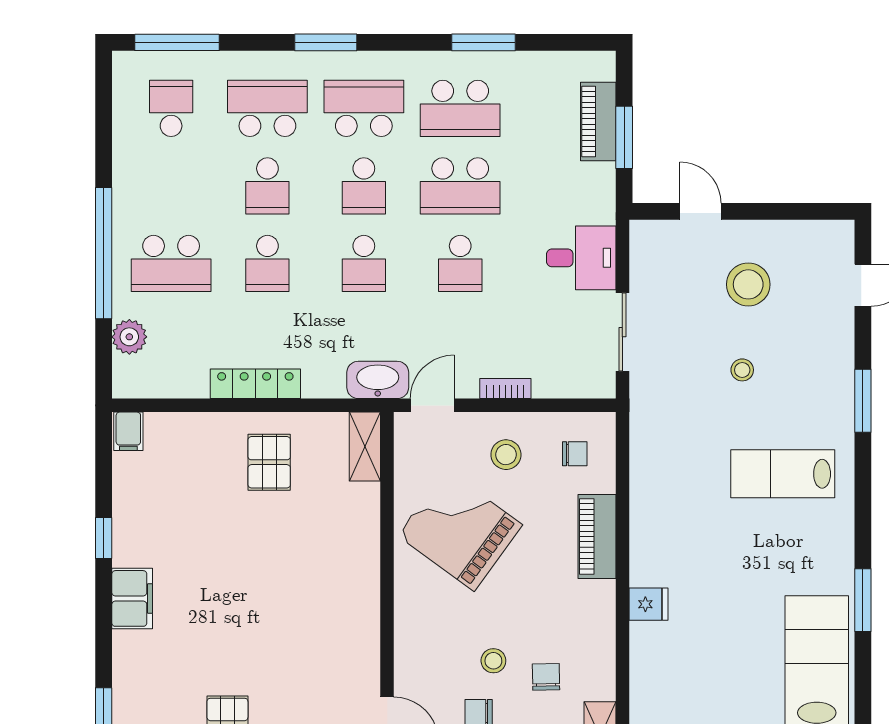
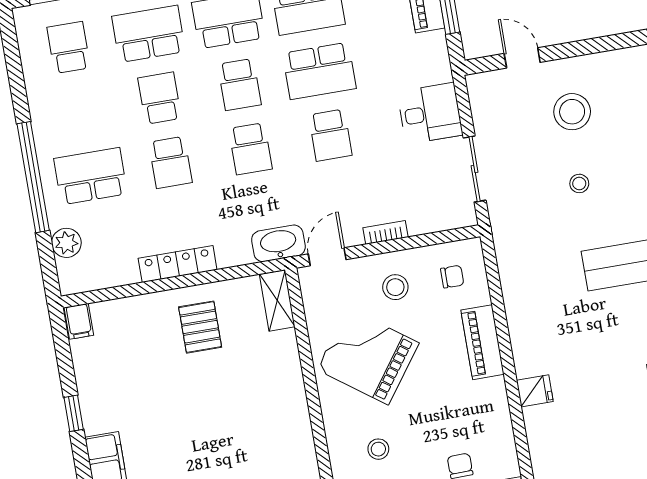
school desk: (267, 186) -> (160, 98), turned 180
school desk: (171, 263) -> (91, 176), turned 180
stool: (493, 661) -> (378, 449), moved

